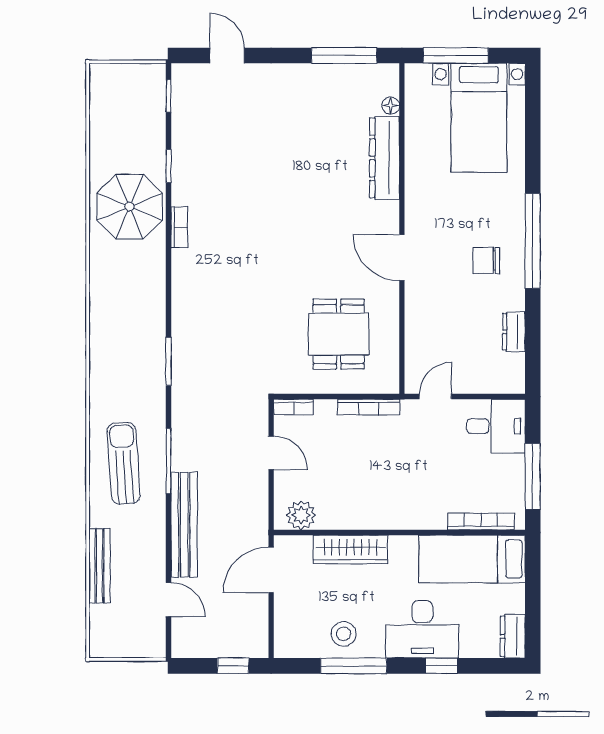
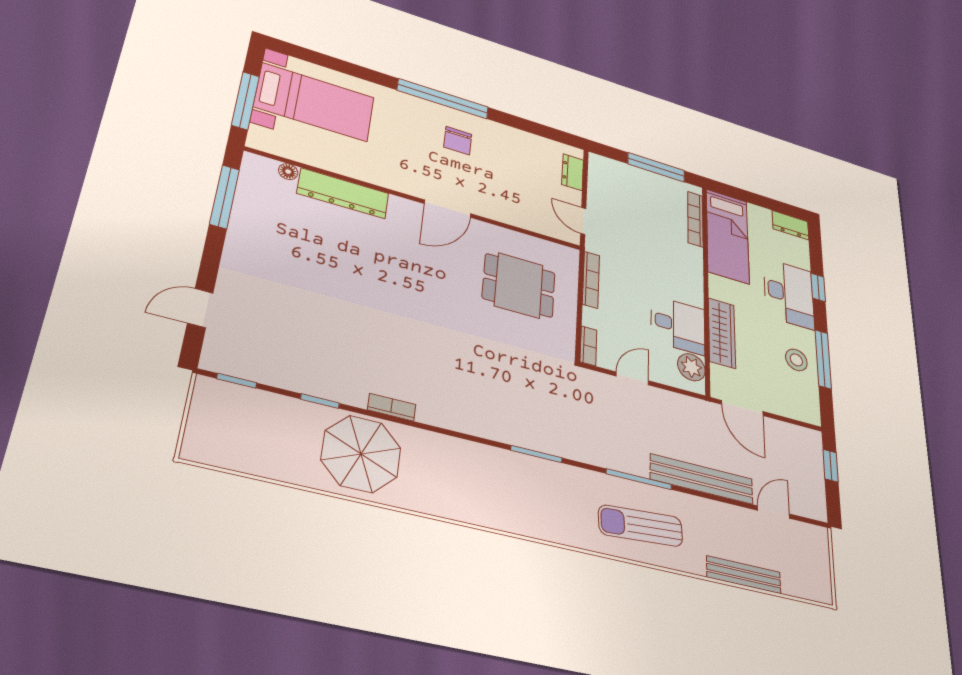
dresser: (514, 332) -> (573, 172), moved, turned 90
desk: (496, 426) -> (678, 325), moved, turned 90

